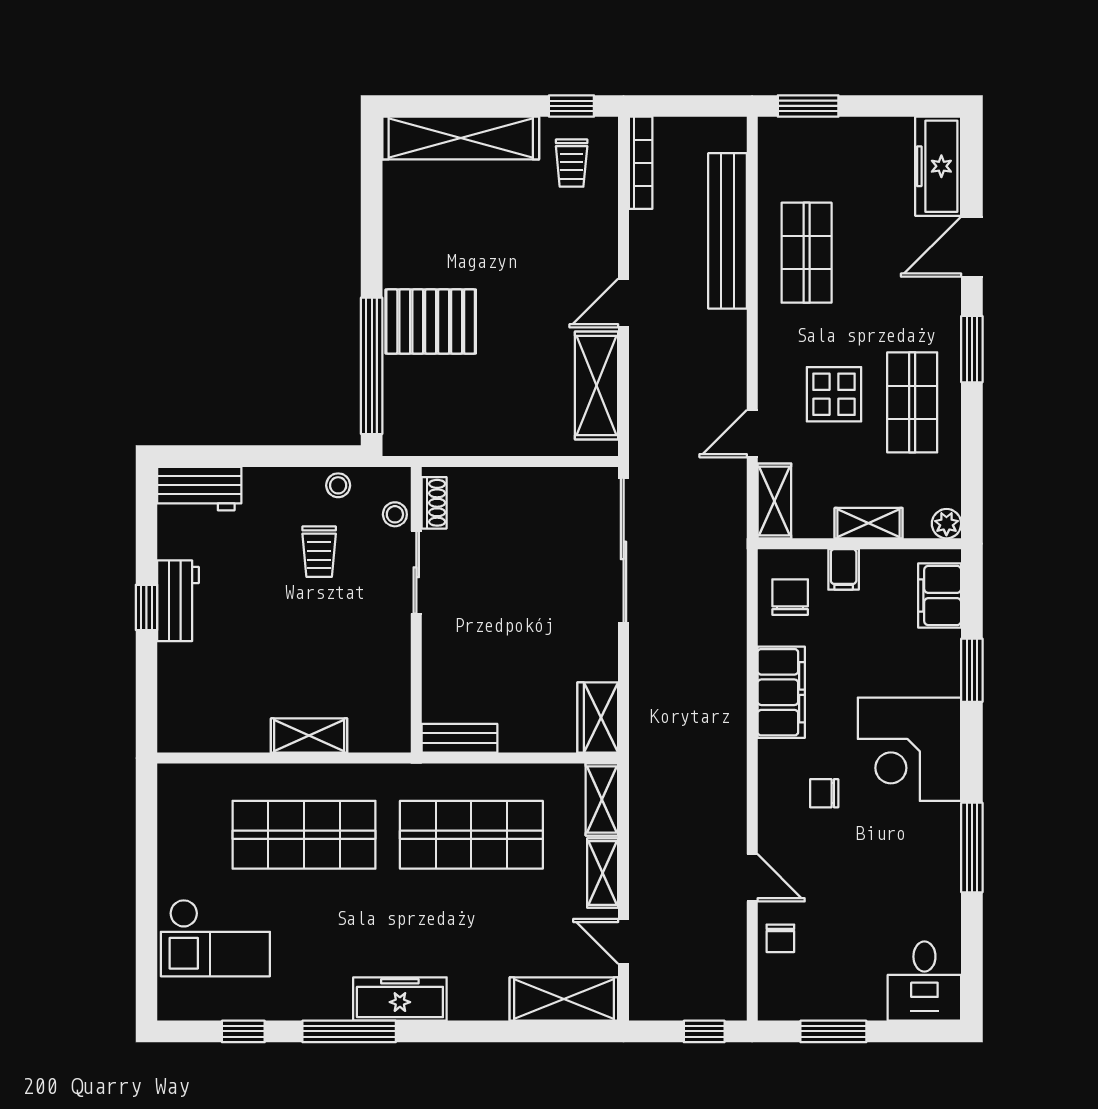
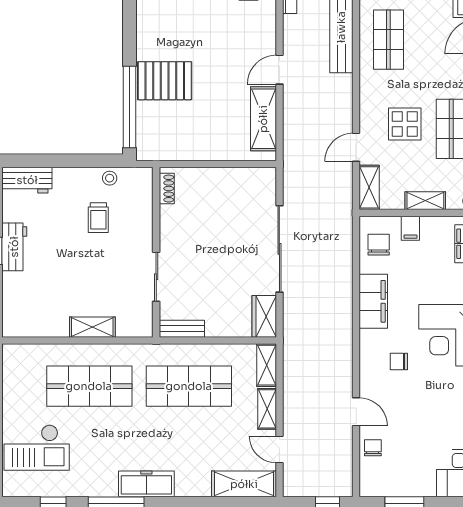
stool: (395, 514) -> (143, 195), removed
sliding door: (624, 550) -> (279, 249), moved
sliding door: (416, 572) -> (156, 277), moved
chair: (780, 938) -> (373, 448), turned 180

